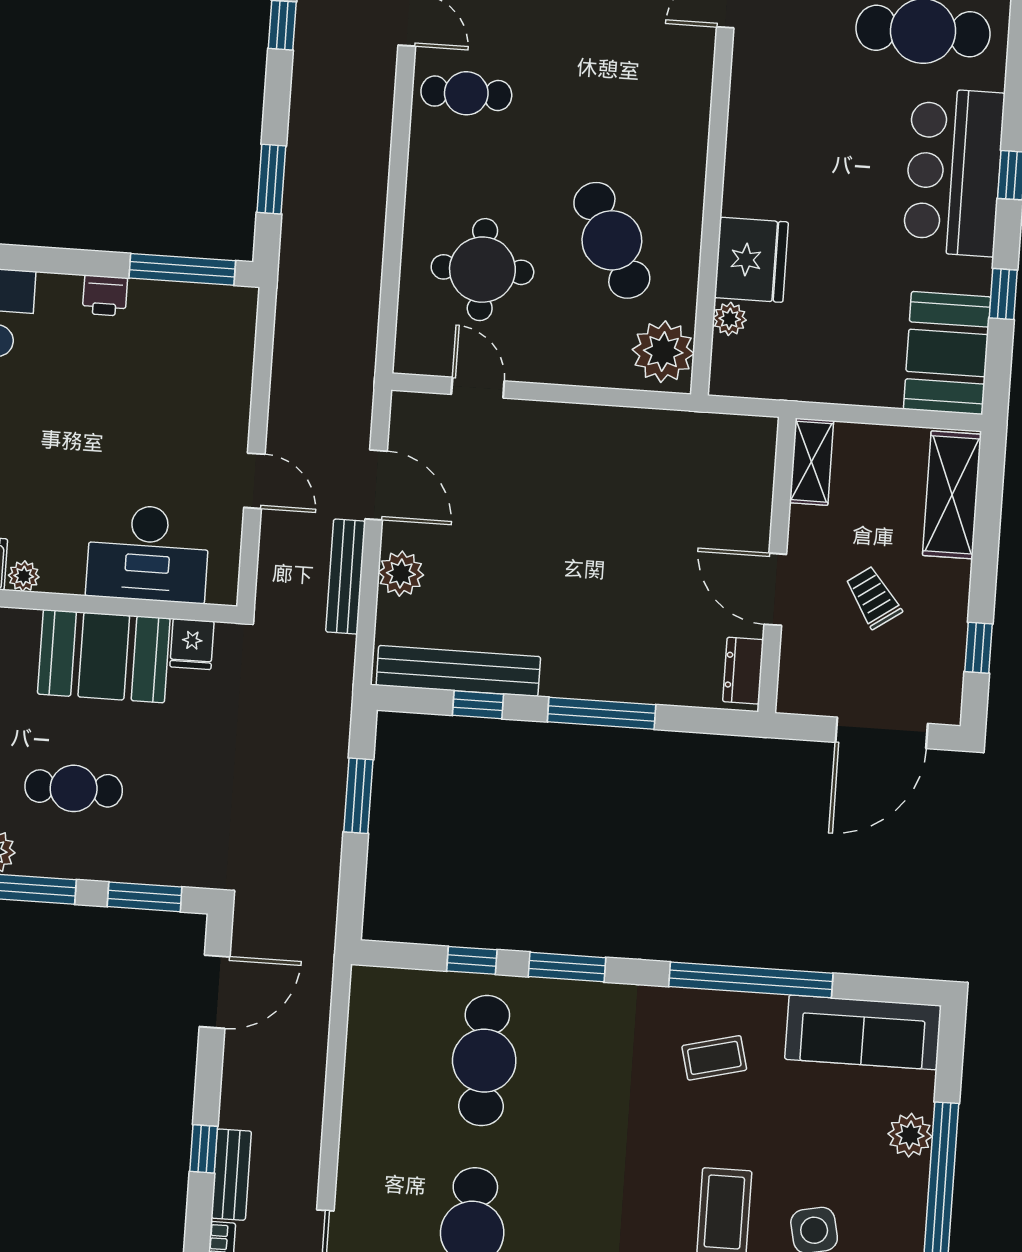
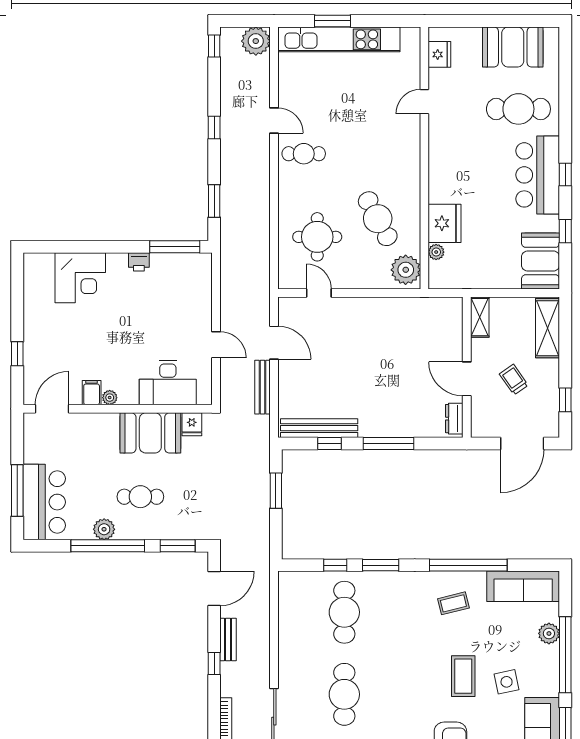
plant: (401, 574) -> (289, 384), removed
bench: (231, 1175) -> (228, 640), moved

